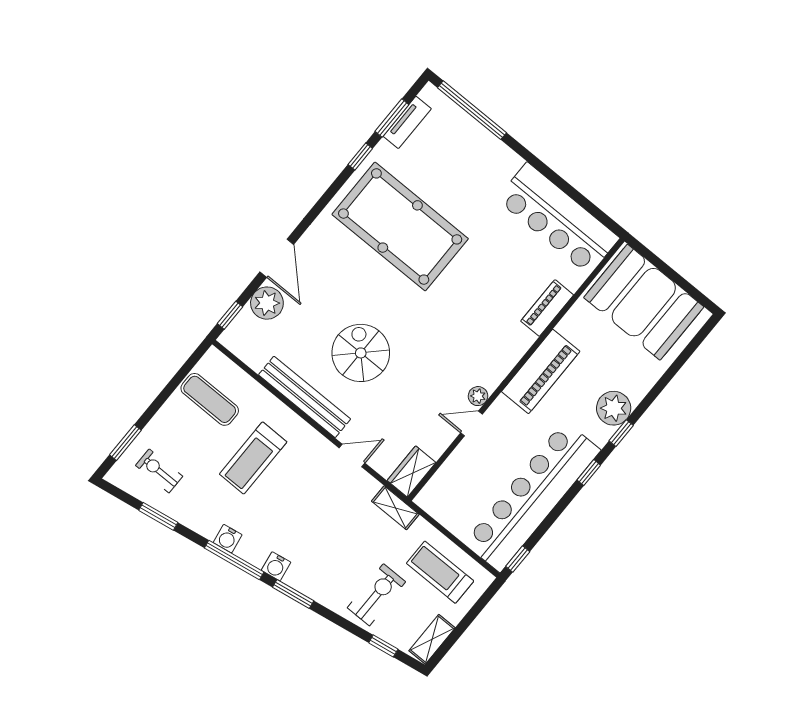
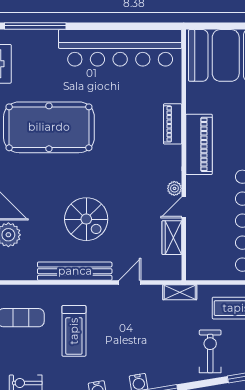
bar counter: (558, 219) -> (120, 48), width x1.36
piano: (547, 308) -> (173, 124), moved
spiral stairs: (361, 353) -> (86, 219), turned 180
wardrobe: (412, 471) -> (172, 238), moved

